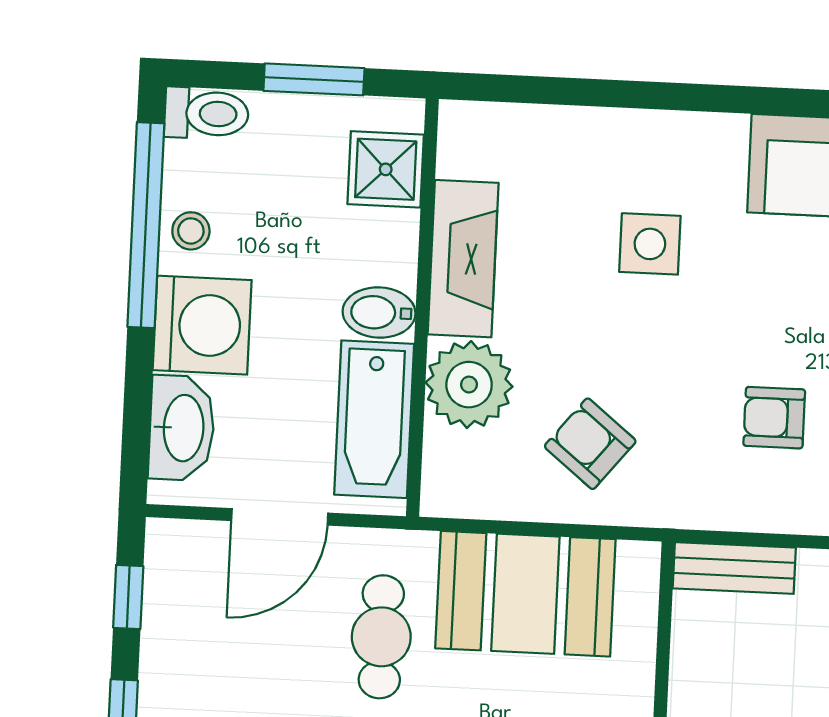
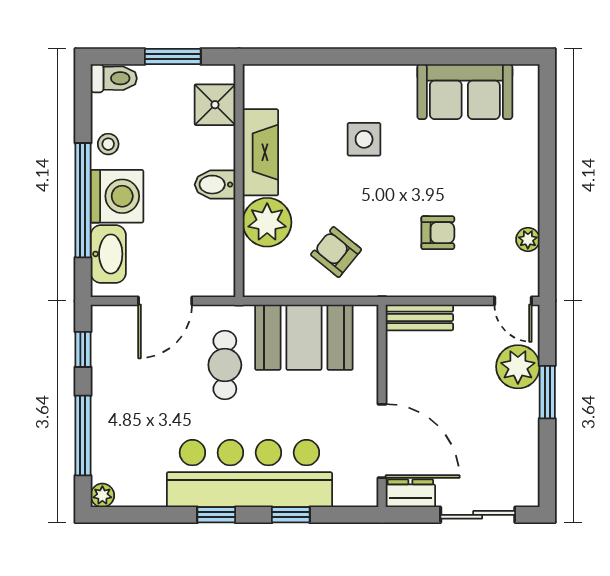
window: (146, 225) -> (83, 200), moved
armchair: (774, 418) -> (438, 233), turned 180
bathtub: (374, 419) -> (215, 244), removed

